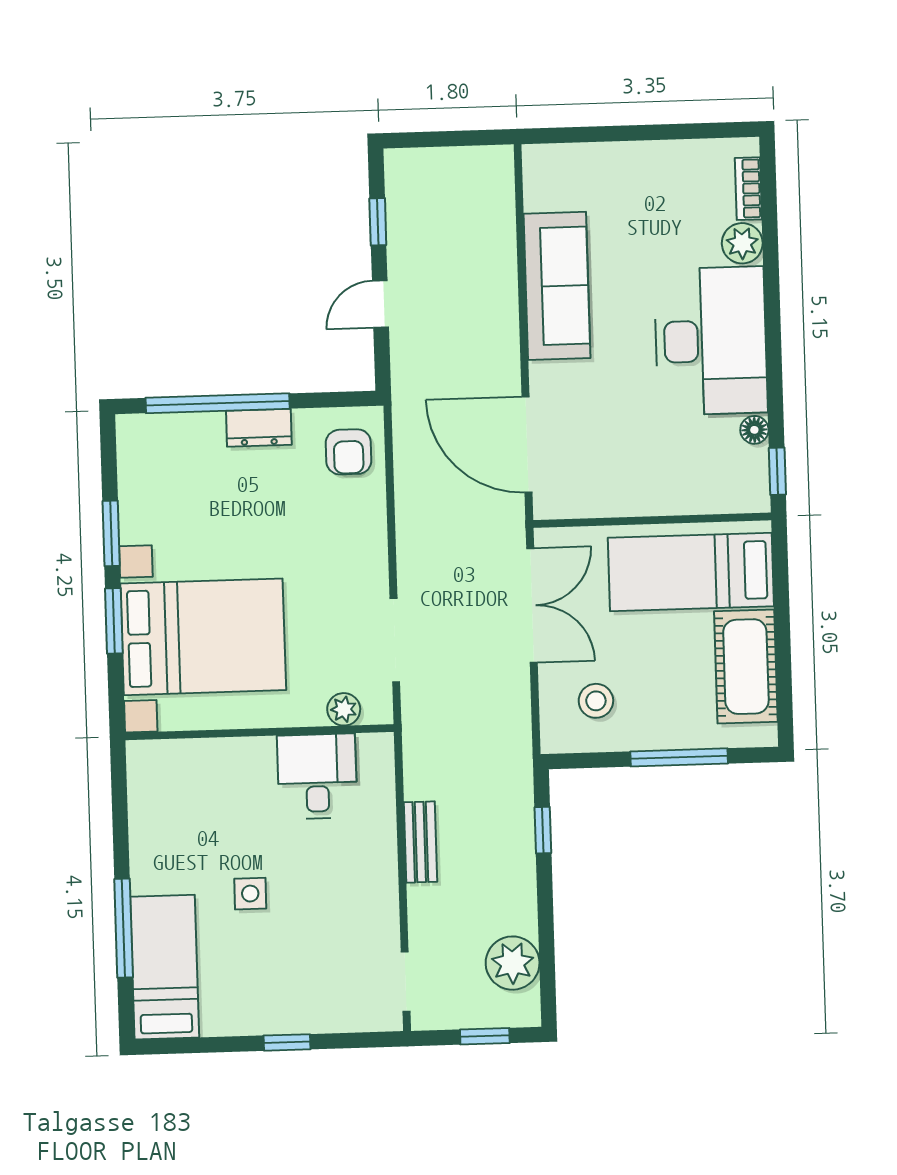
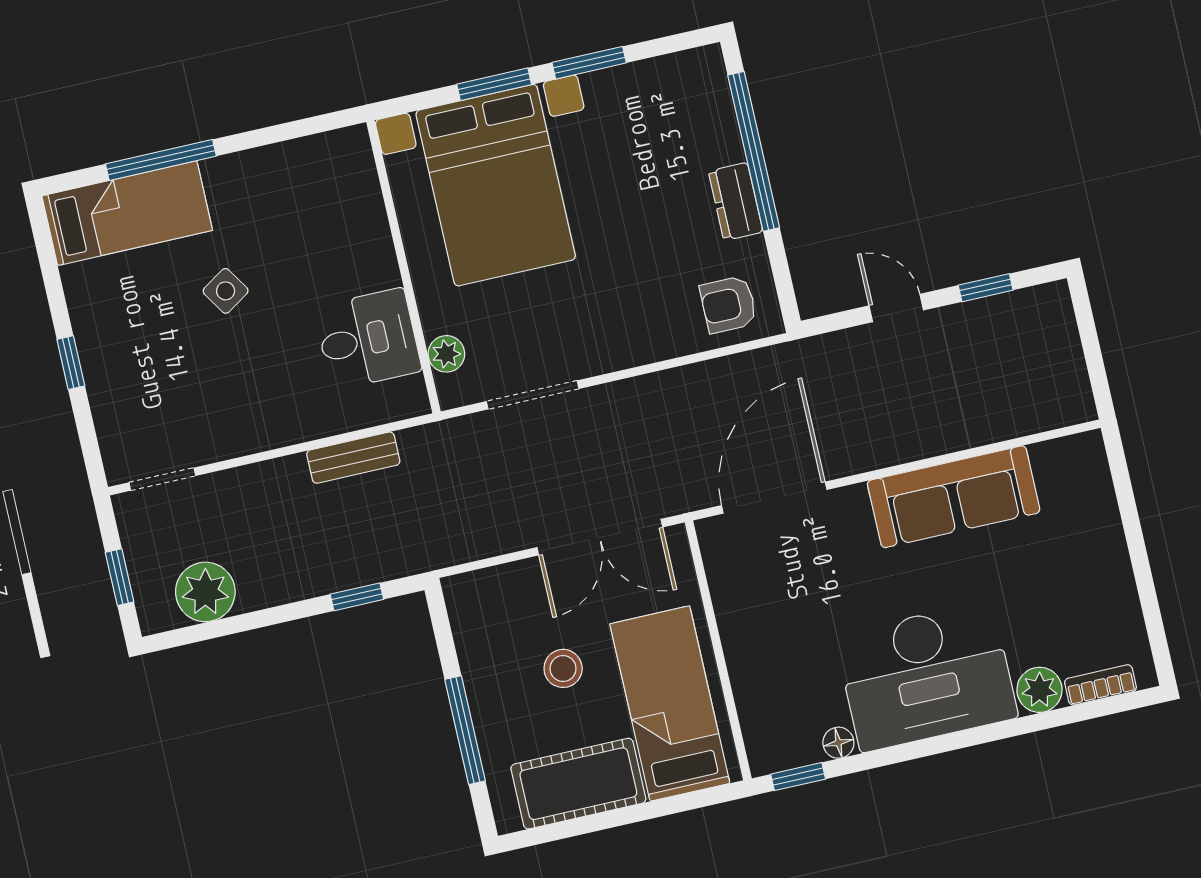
stool: (596, 701) -> (563, 668), moved
bench: (420, 842) -> (353, 458), moved
side table: (250, 894) -> (226, 291), turned -33

